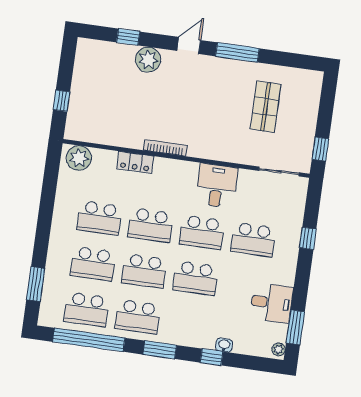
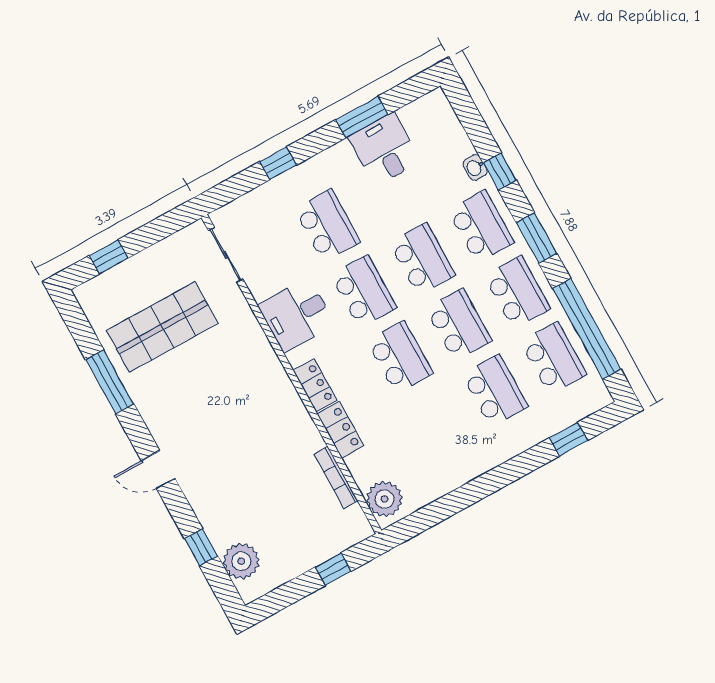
window: (237, 52) -> (110, 382), moved
plant: (148, 60) -> (241, 561), moved
shop shelf: (266, 107) -> (162, 327), width x1.43, depth x1.36
bookcase: (165, 148) -> (336, 477), moved
window: (320, 149) -> (109, 257), moved
locker: (170, 167) -> (315, 385), added
school desk: (99, 218) -> (481, 227), moved
window: (36, 284) -> (568, 439), width x0.67
window: (295, 327) -> (362, 117), moved
plant: (278, 349) -> (433, 100), removed

